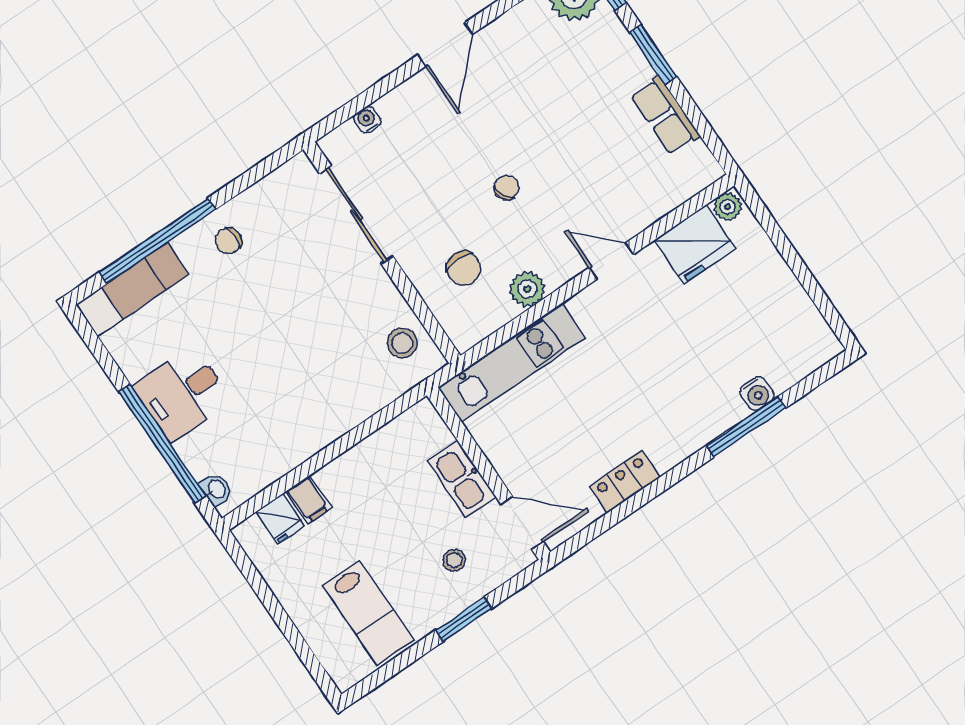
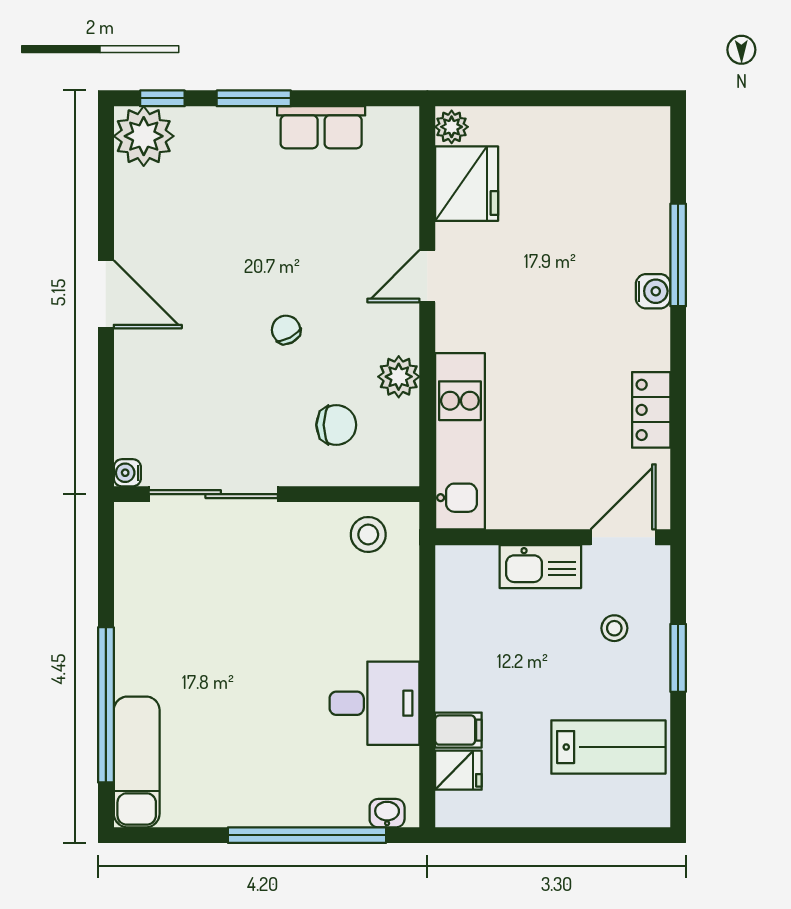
water cooler: (367, 120) -> (127, 473), moved
chair: (228, 241) -> (153, 636), removed
water cooler: (757, 393) -> (653, 291), moved
desk: (182, 394) -> (375, 703), moved, turned -90

